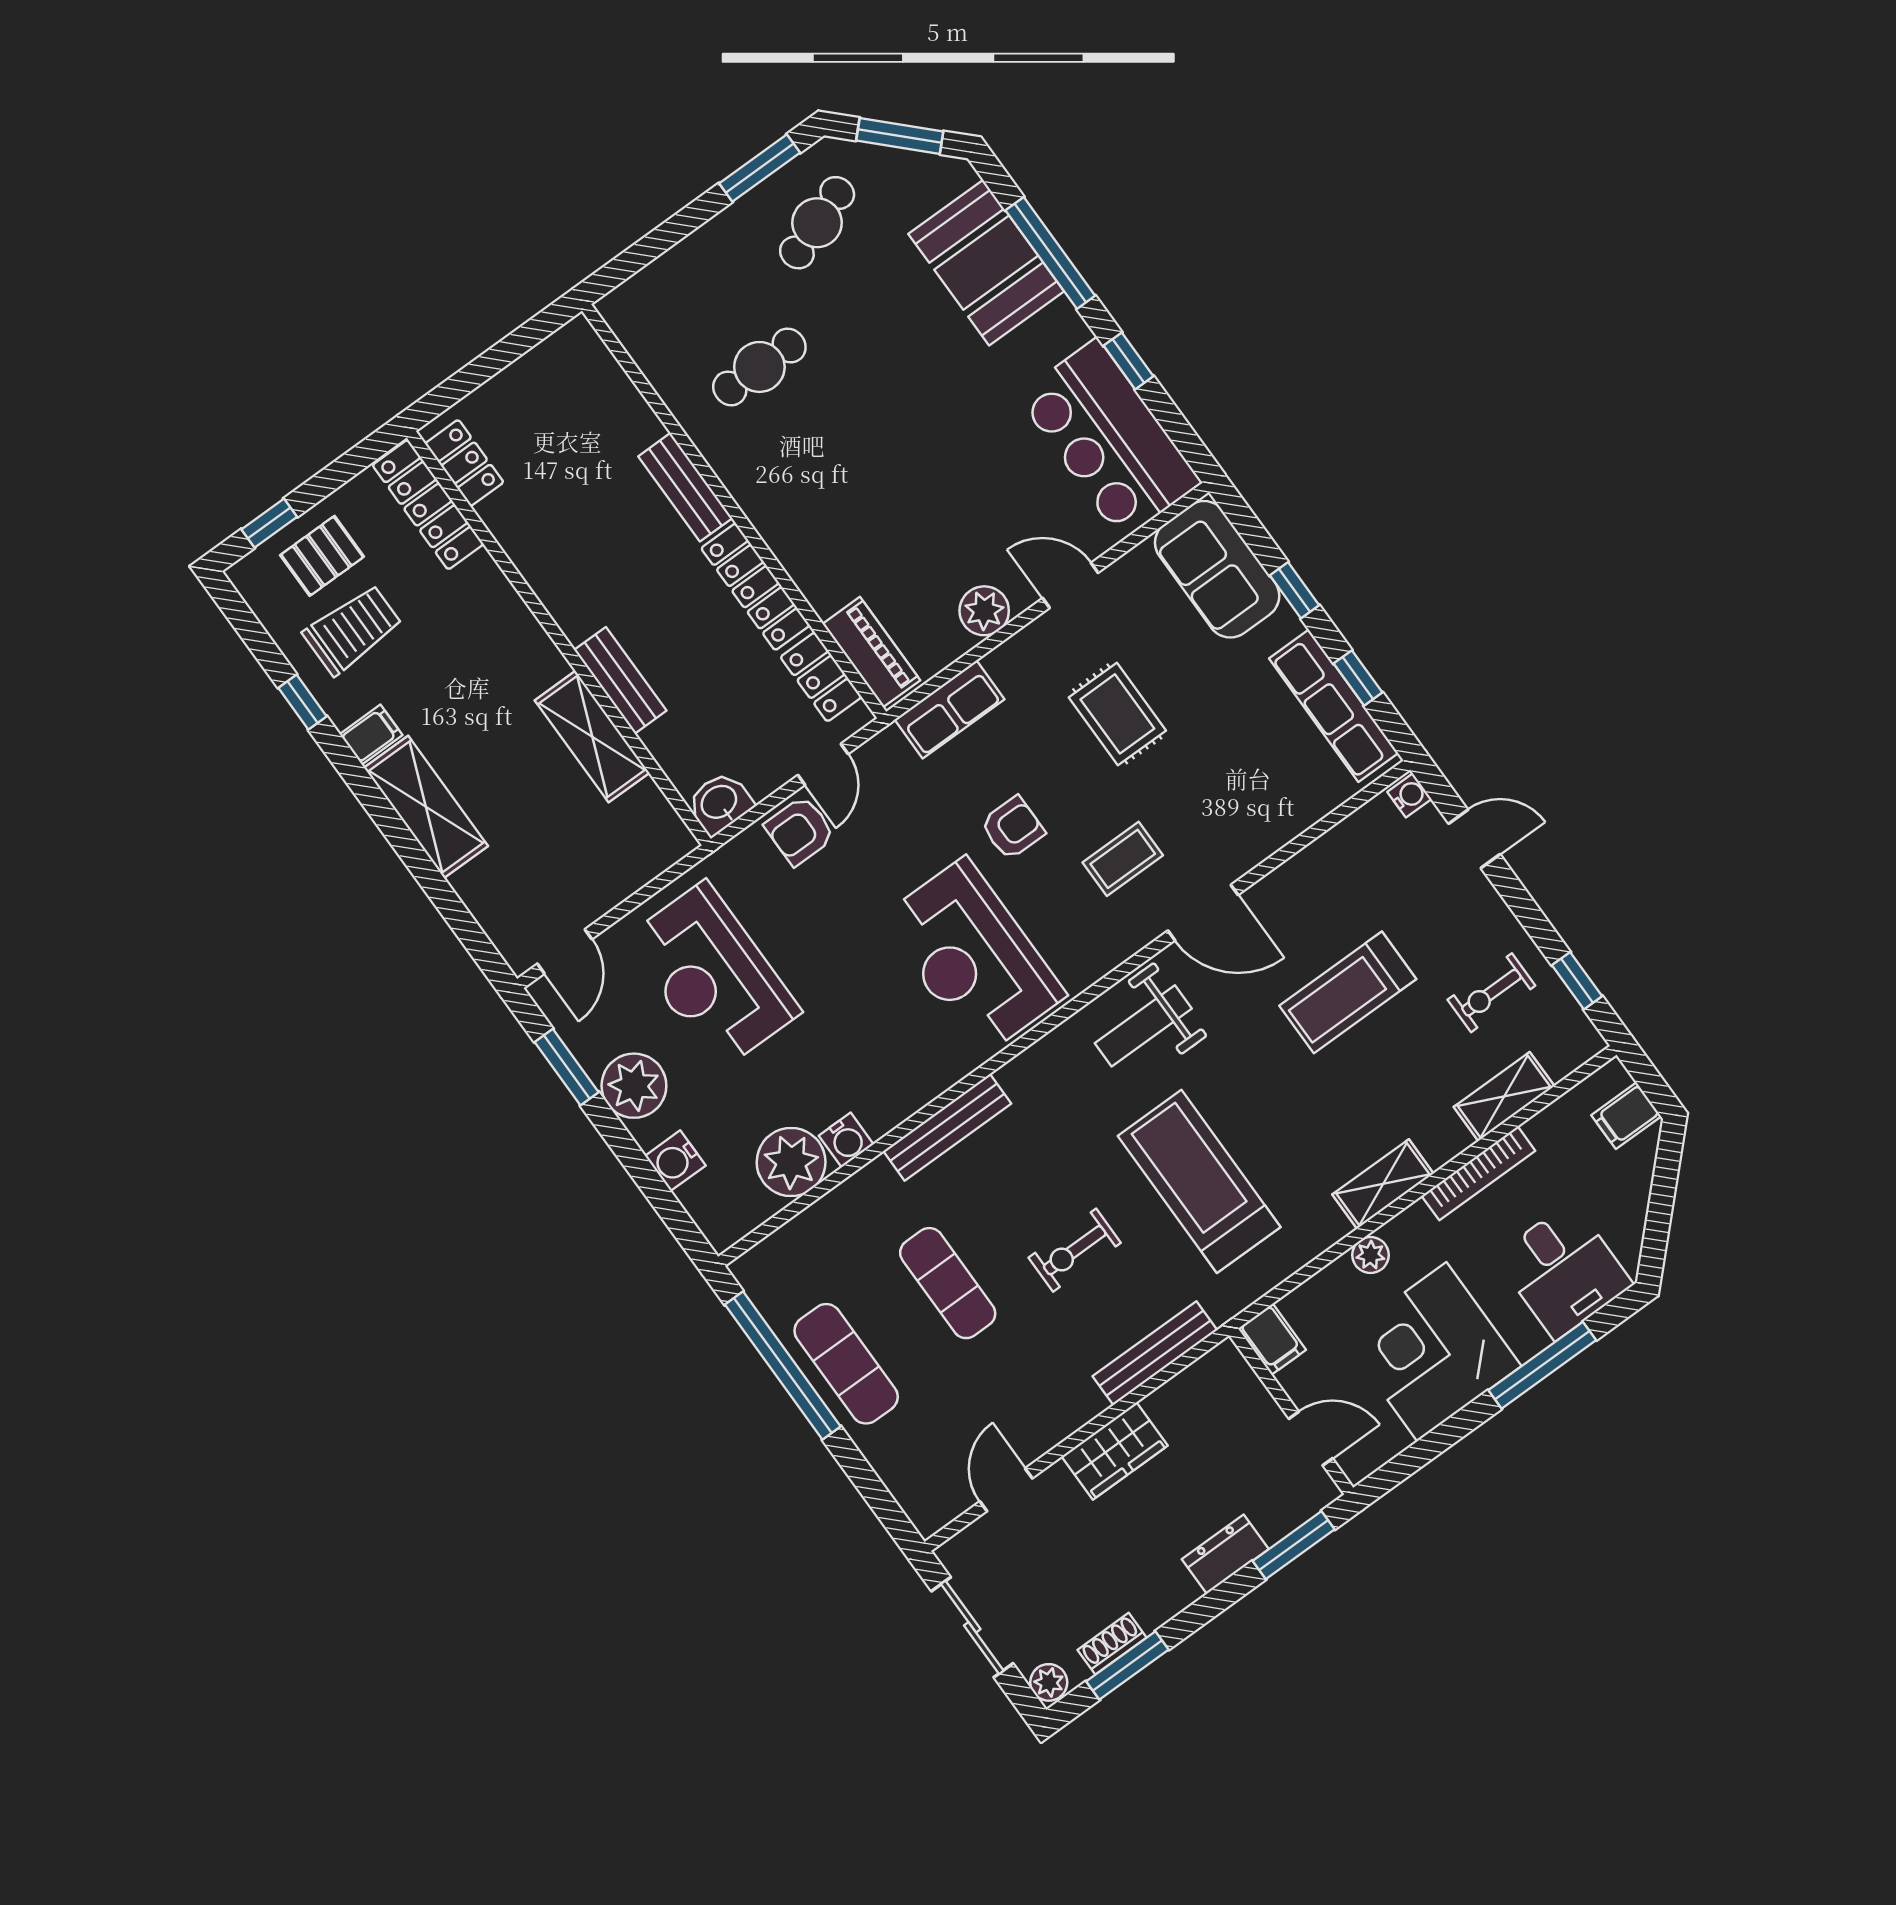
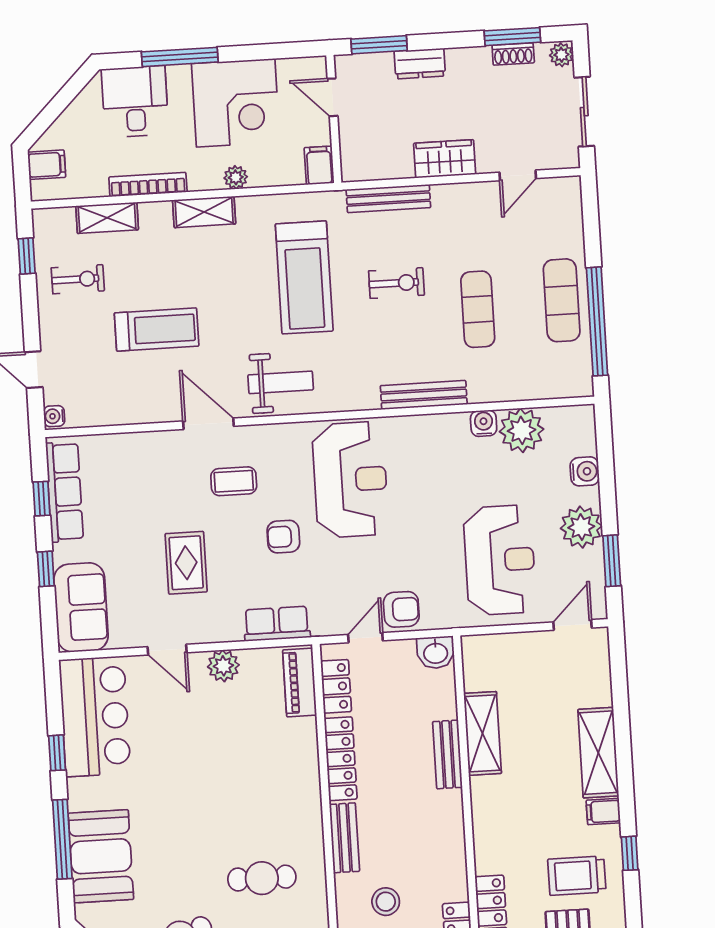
stool: (579, 438) -> (386, 902), added

